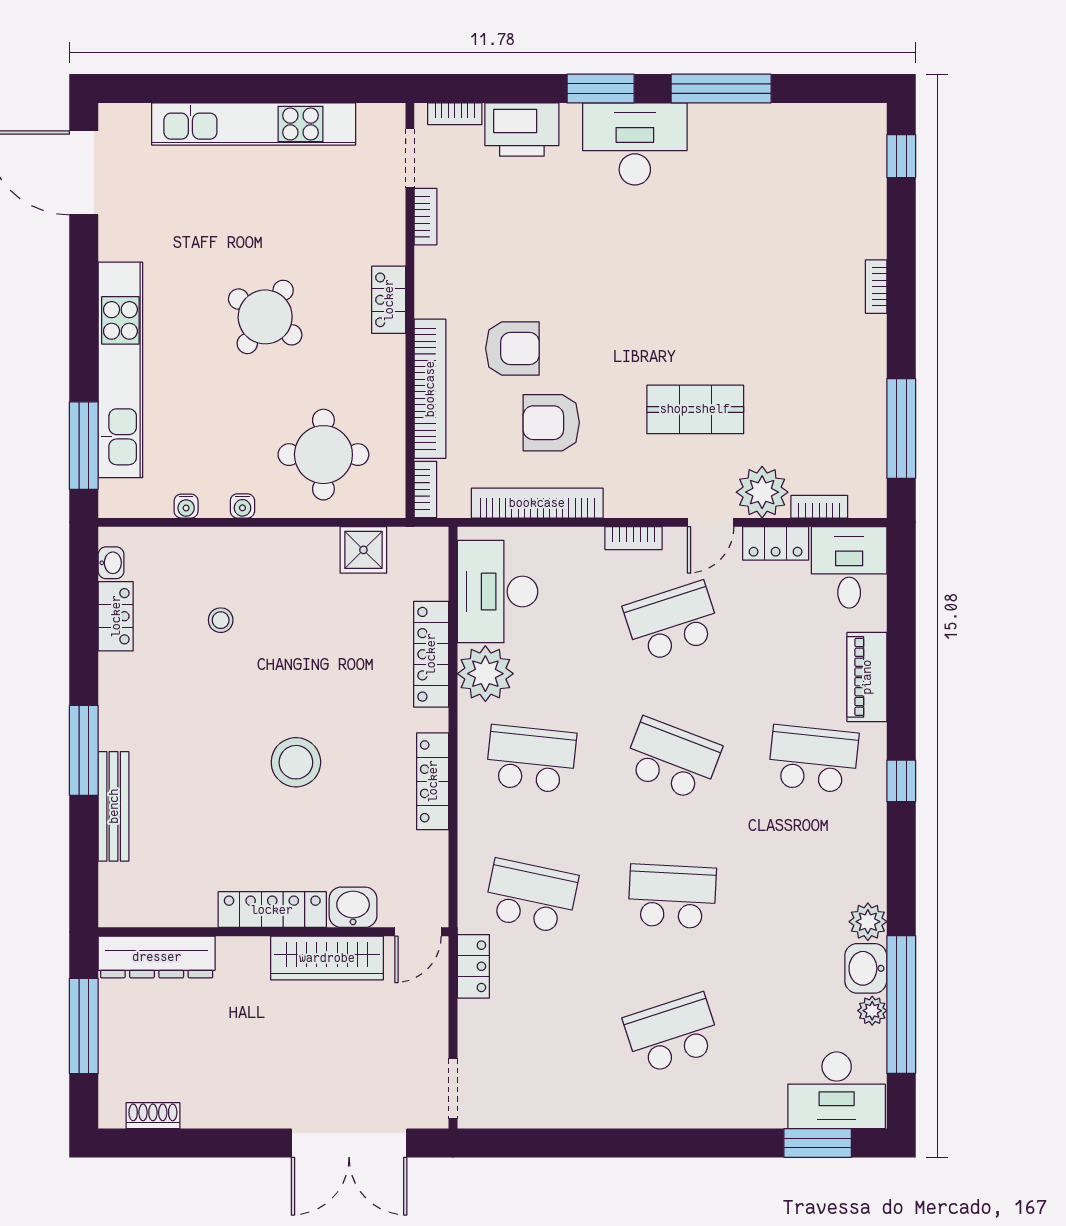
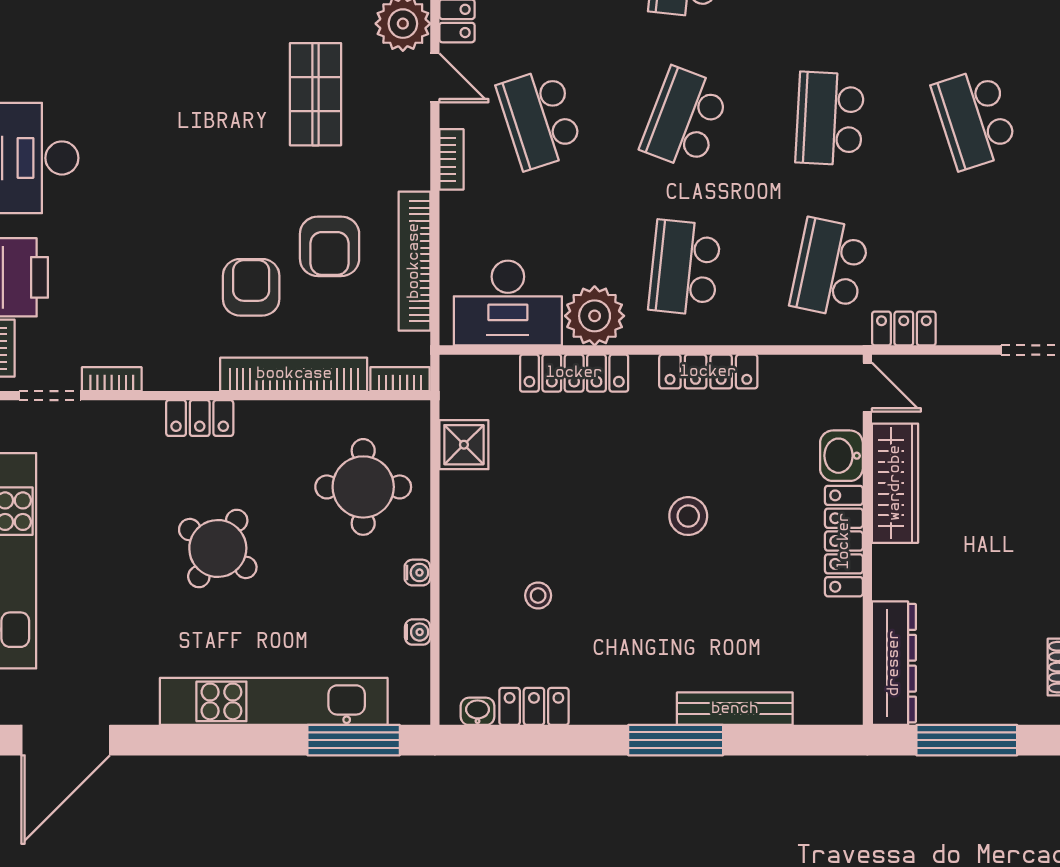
stool: (296, 762) -> (688, 516), width x0.73, depth x0.73

